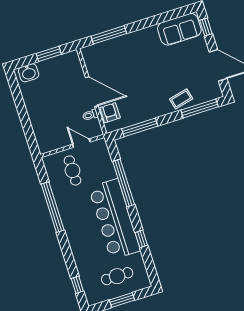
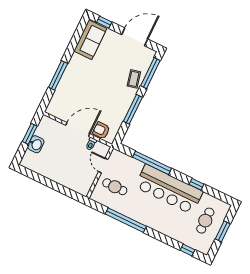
window: (109, 35) -> (58, 75), moved
washbasin: (29, 73) -> (36, 144), moved
window: (140, 127) -> (133, 109), moved
door: (81, 143) -> (103, 166), hinge flipped

